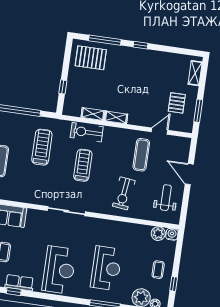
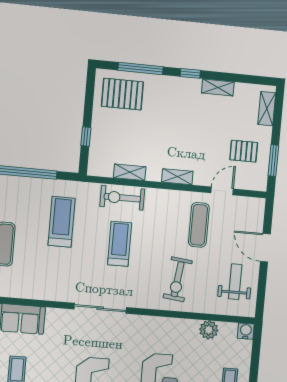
shelving: (160, 56) -> (218, 87), added
pallet: (177, 103) -> (244, 151), turned 90
shelving: (116, 117) -> (177, 177), moved
plant: (158, 234) -> (209, 330), moved

